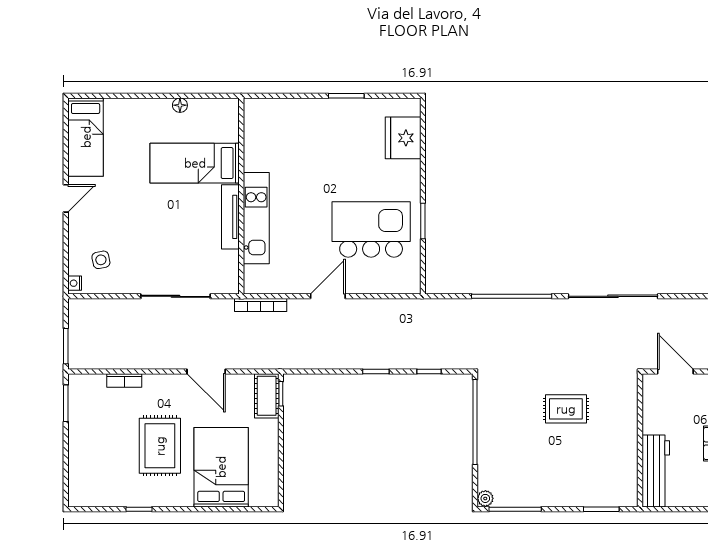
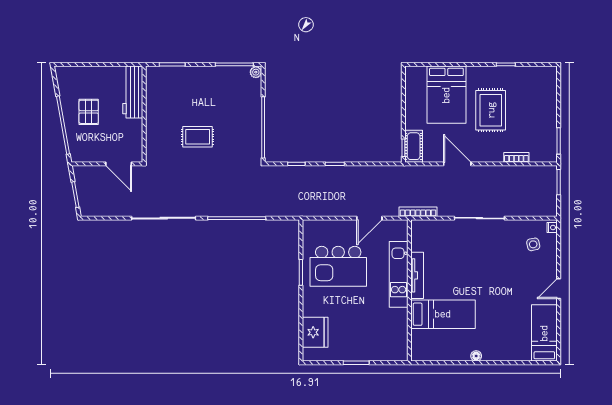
bed: (195, 163) -> (443, 314), moved
wall: (241, 196) -> (409, 290), moved
tv unit: (230, 217) -> (417, 275), moved
kitchen unit: (256, 218) -> (399, 274), moved

